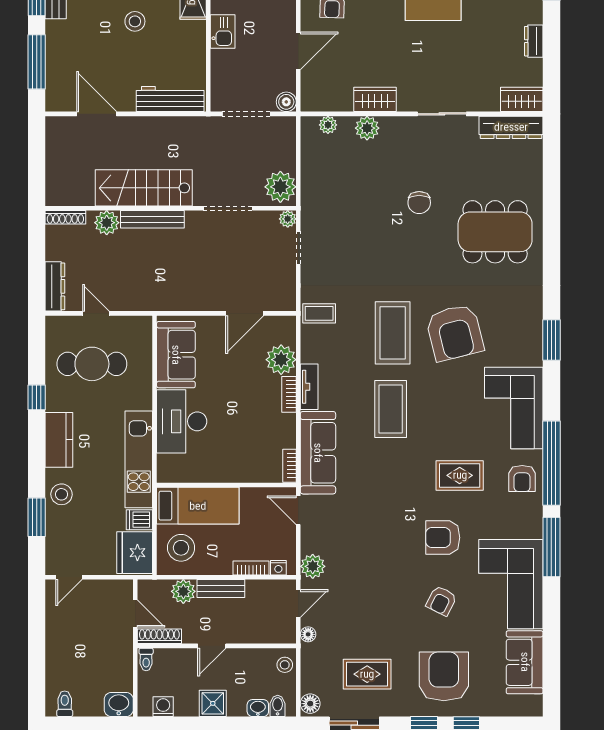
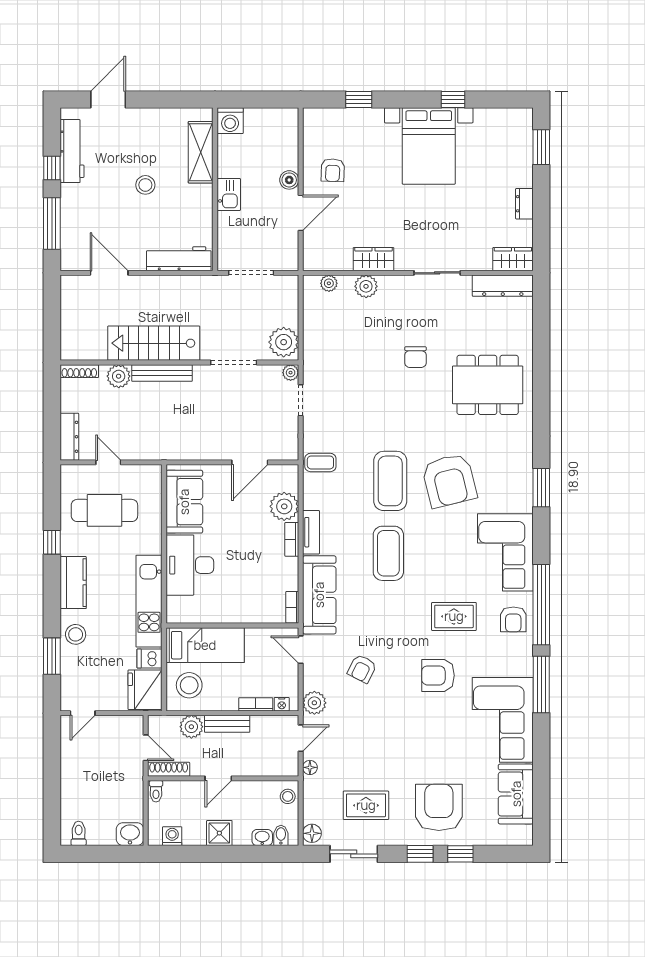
boiler: (286, 102) -> (289, 180), moved
armchair: (441, 601) -> (362, 669), moved

